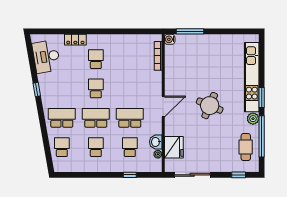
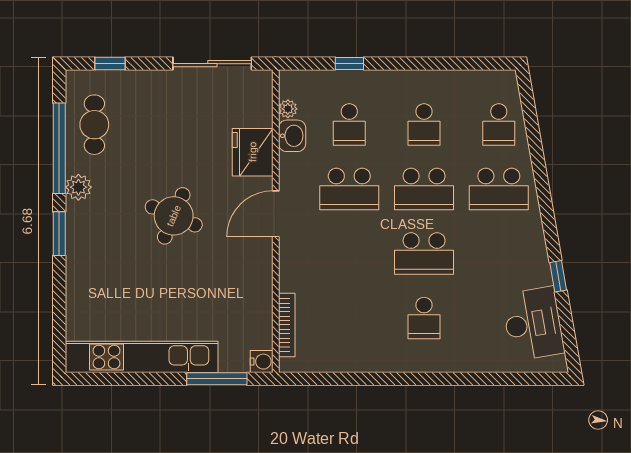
locker: (75, 40) -> (469, 361), removed
kitchen unit: (252, 77) -> (142, 357), moved, turned -90
school desk: (96, 88) -> (424, 253), width x1.85
window: (37, 90) -> (558, 276), moved
fridge: (174, 147) -> (253, 152), moved

